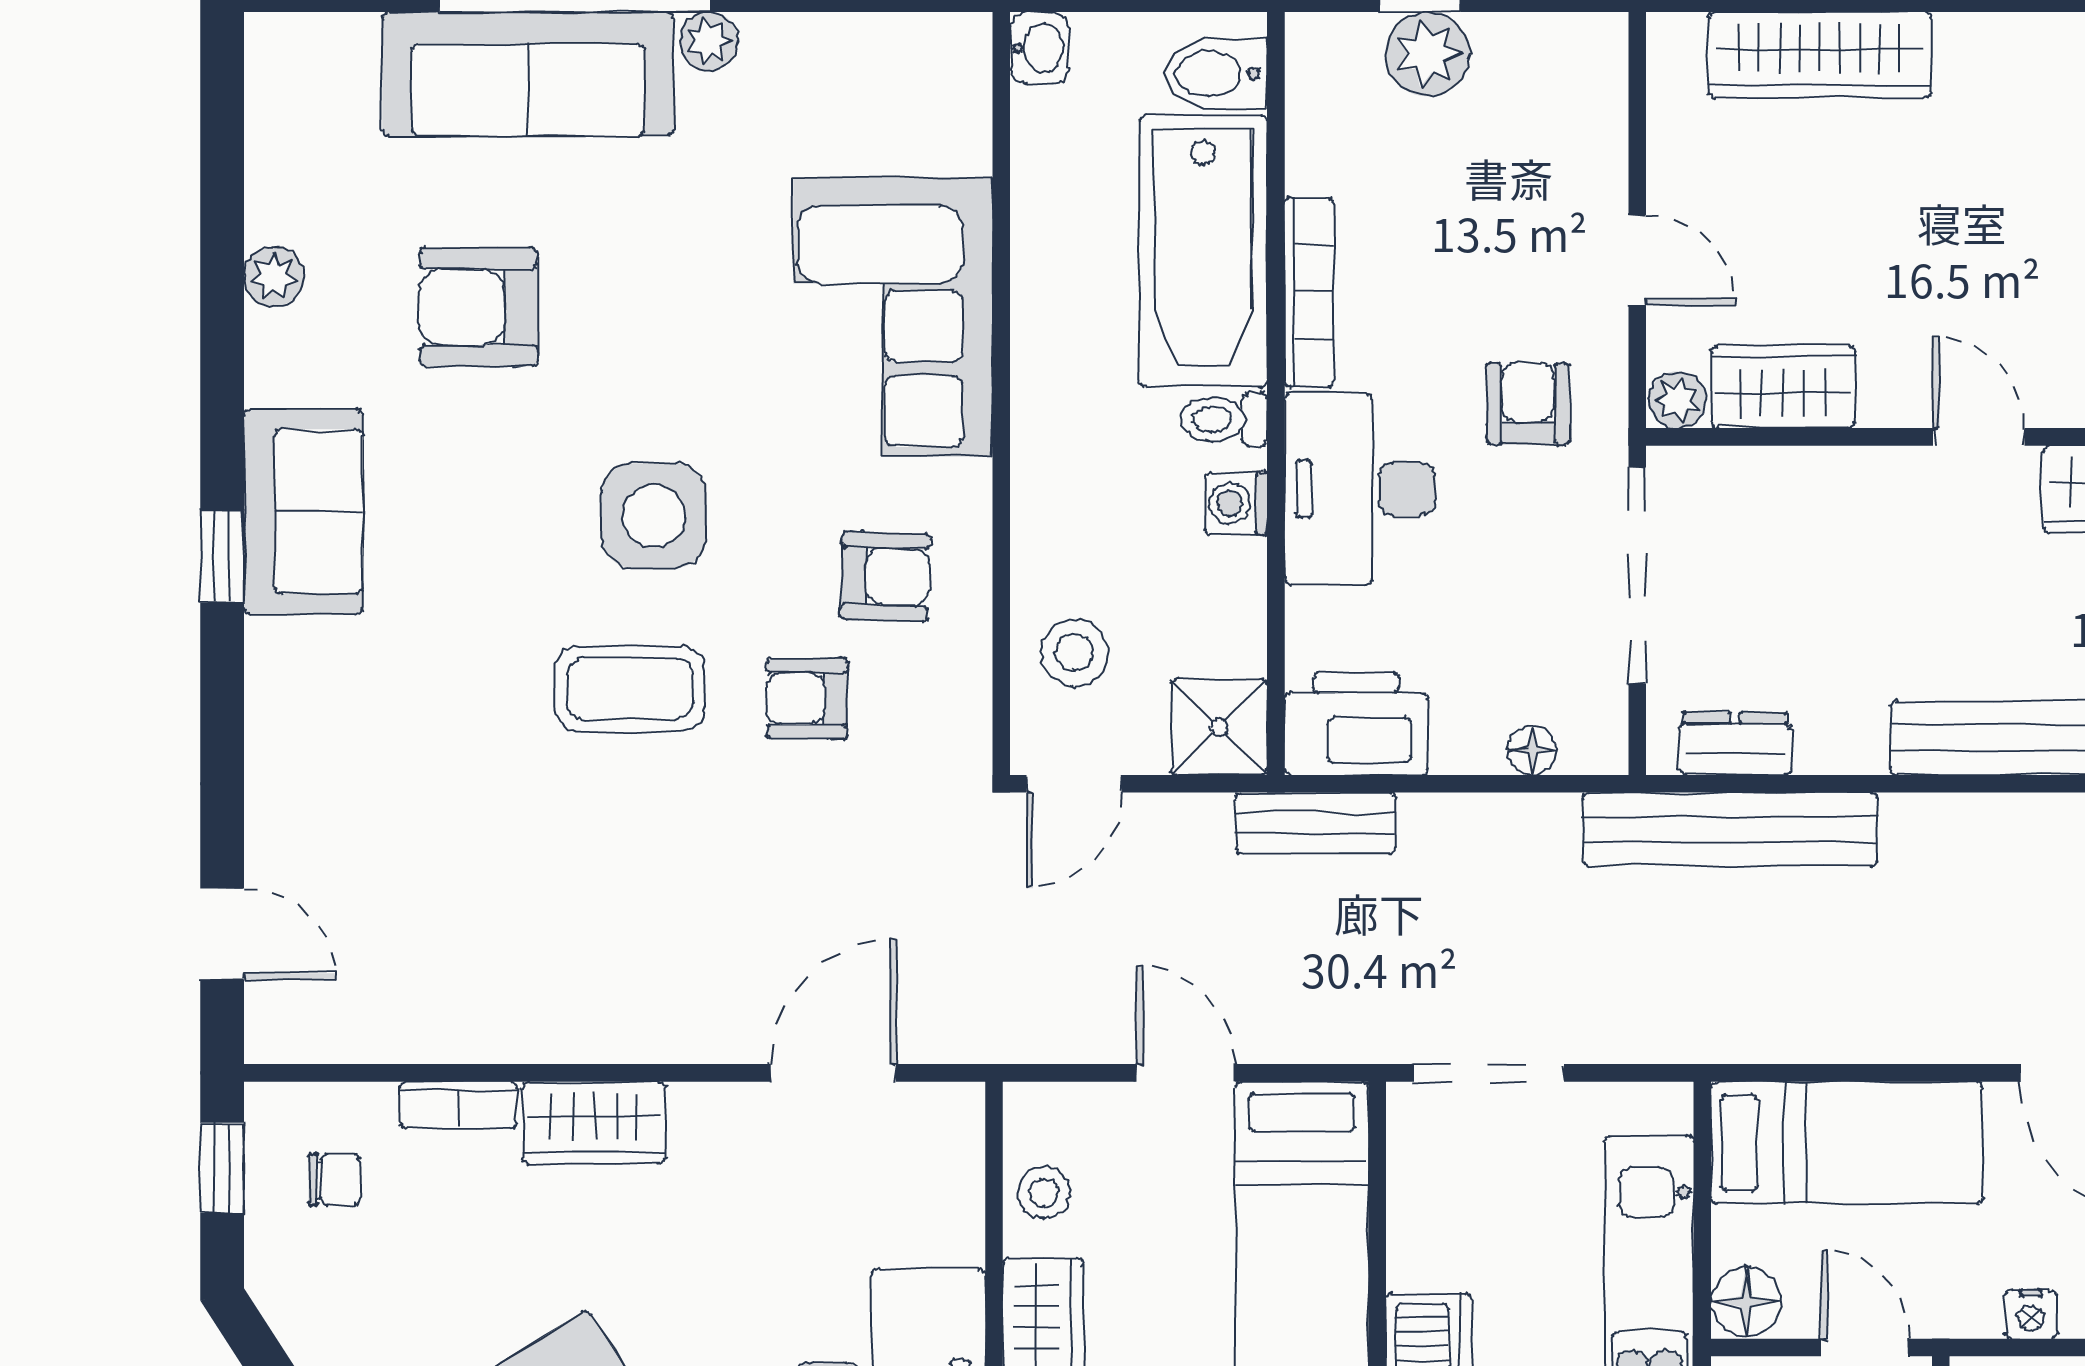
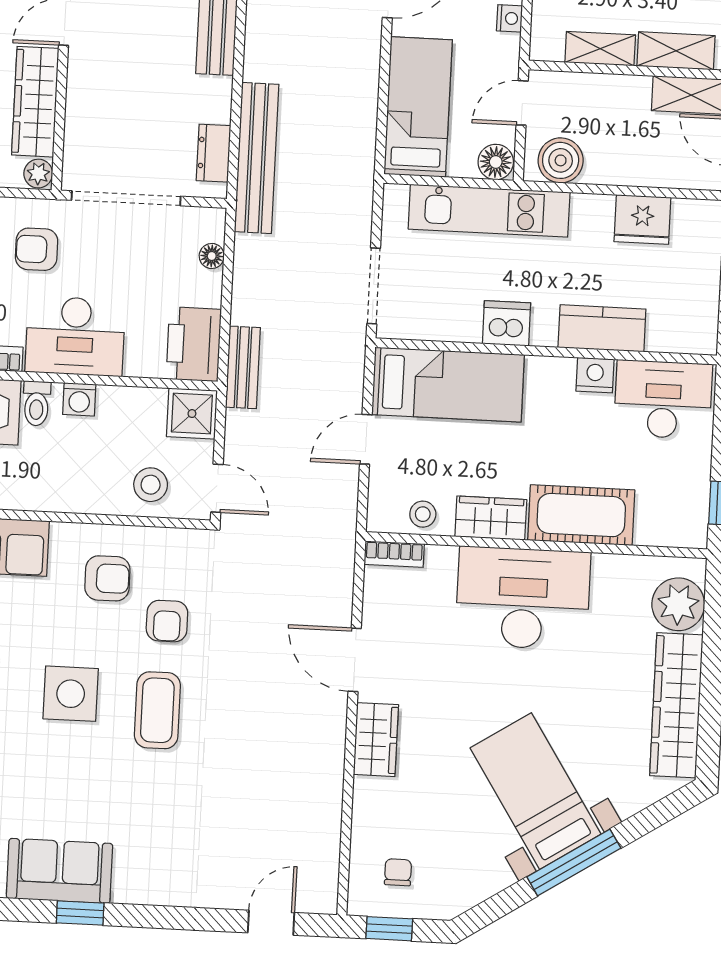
wardrobe: (1783, 387) -> (35, 102), width x1.50
armchair: (885, 577) -> (107, 578), turned 88
door: (833, 1073) -> (355, 660), moved
bookcase: (459, 1105) -> (394, 554), moved, turned 90

